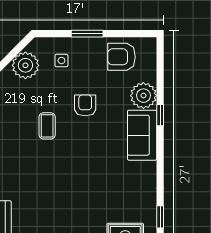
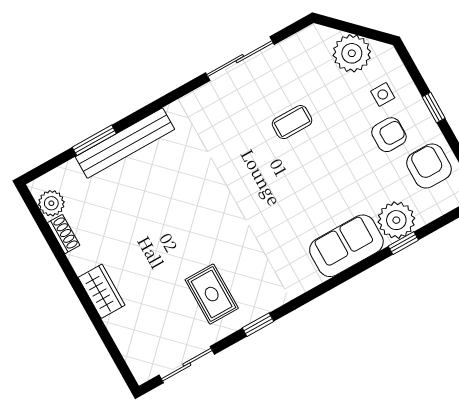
window: (87, 34) -> (434, 108), width x0.67
armchair: (85, 105) -> (389, 135), moved
window: (160, 115) -> (403, 243), moved

